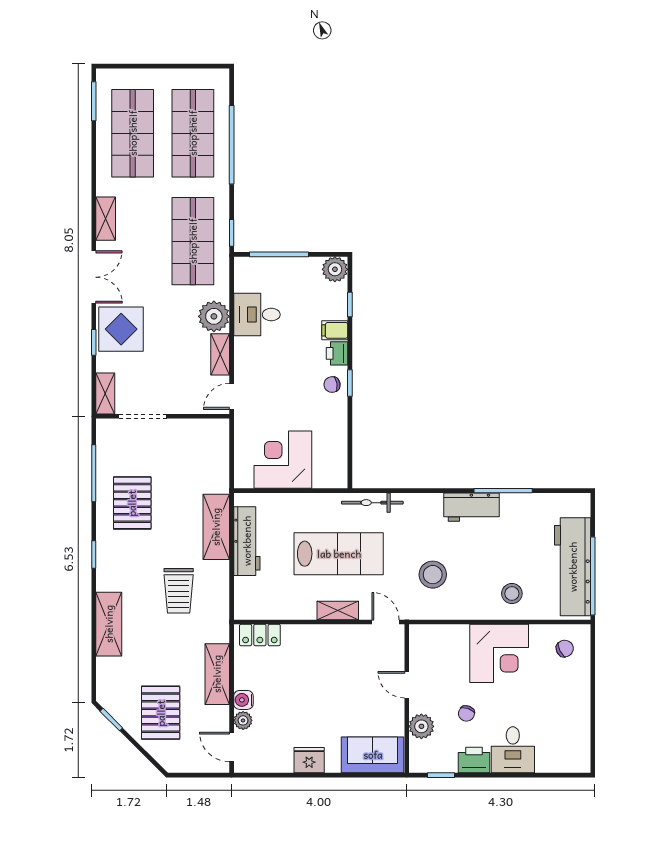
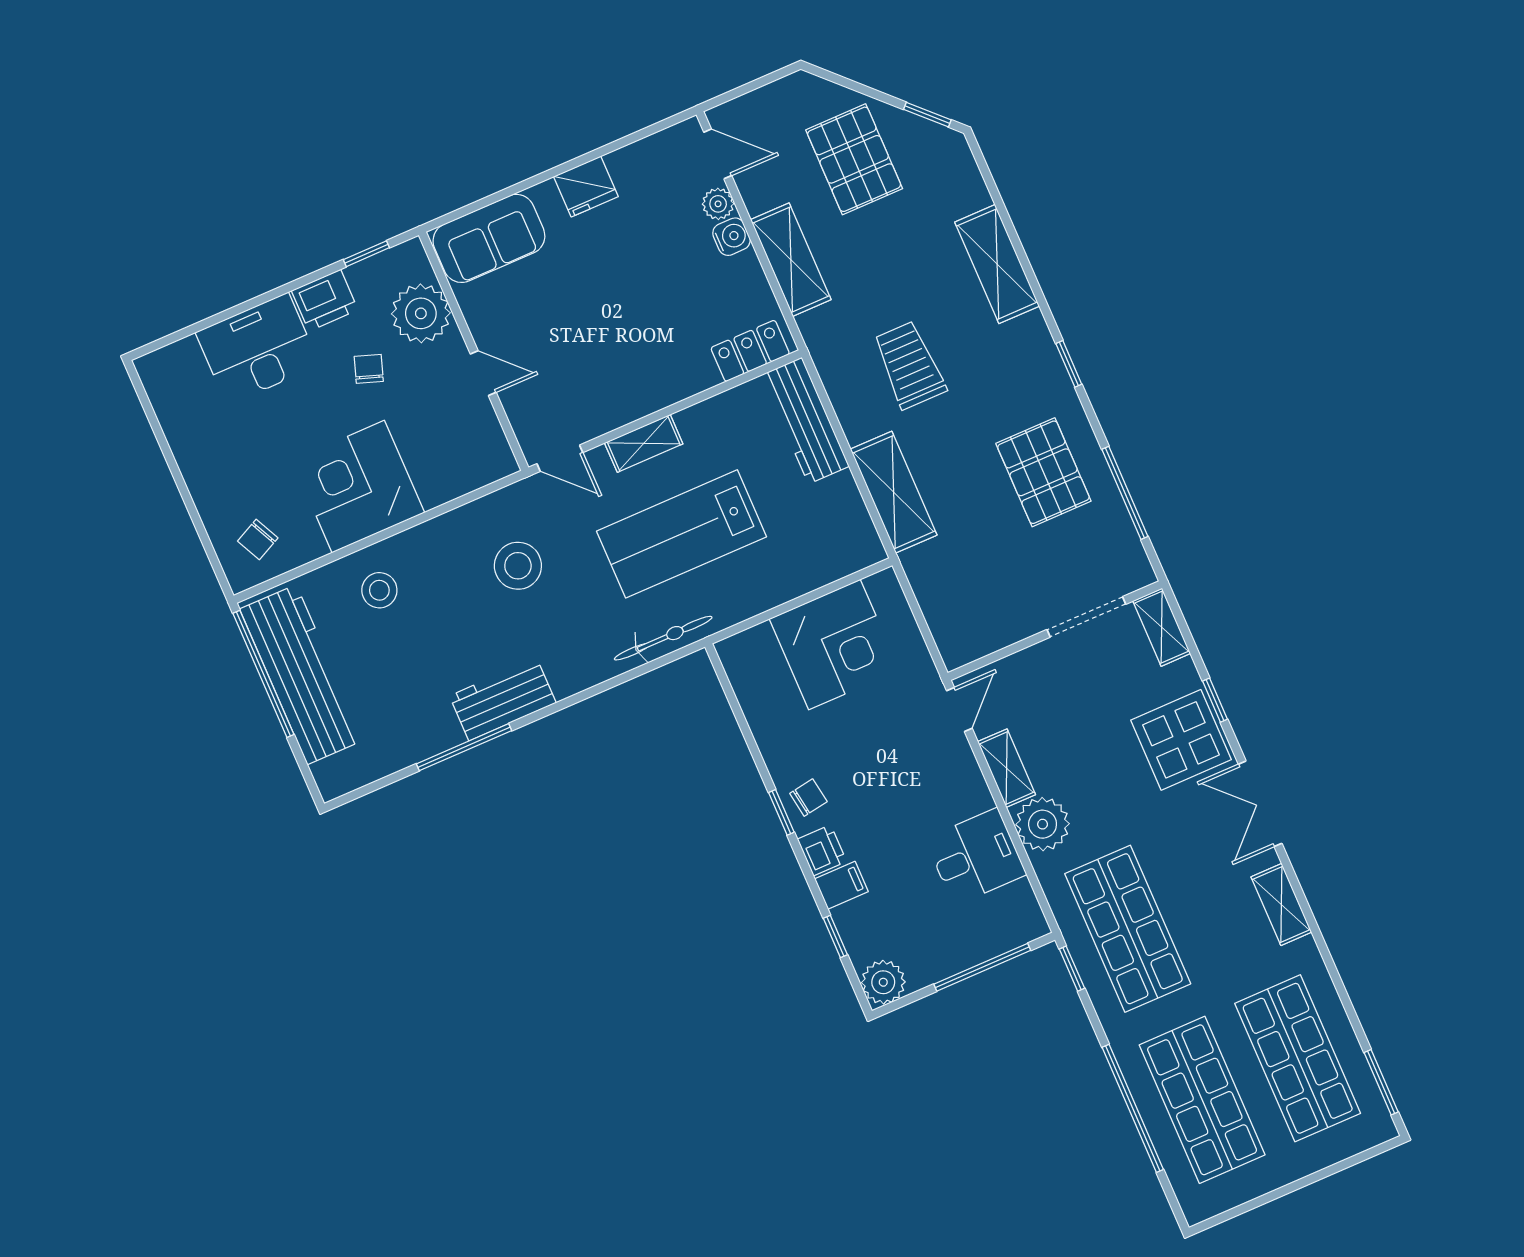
workbench: (247, 541) -> (805, 421), moved
plant: (421, 726) -> (421, 313), width x1.36, depth x1.36
desk: (513, 750) -> (258, 349), width x1.37

